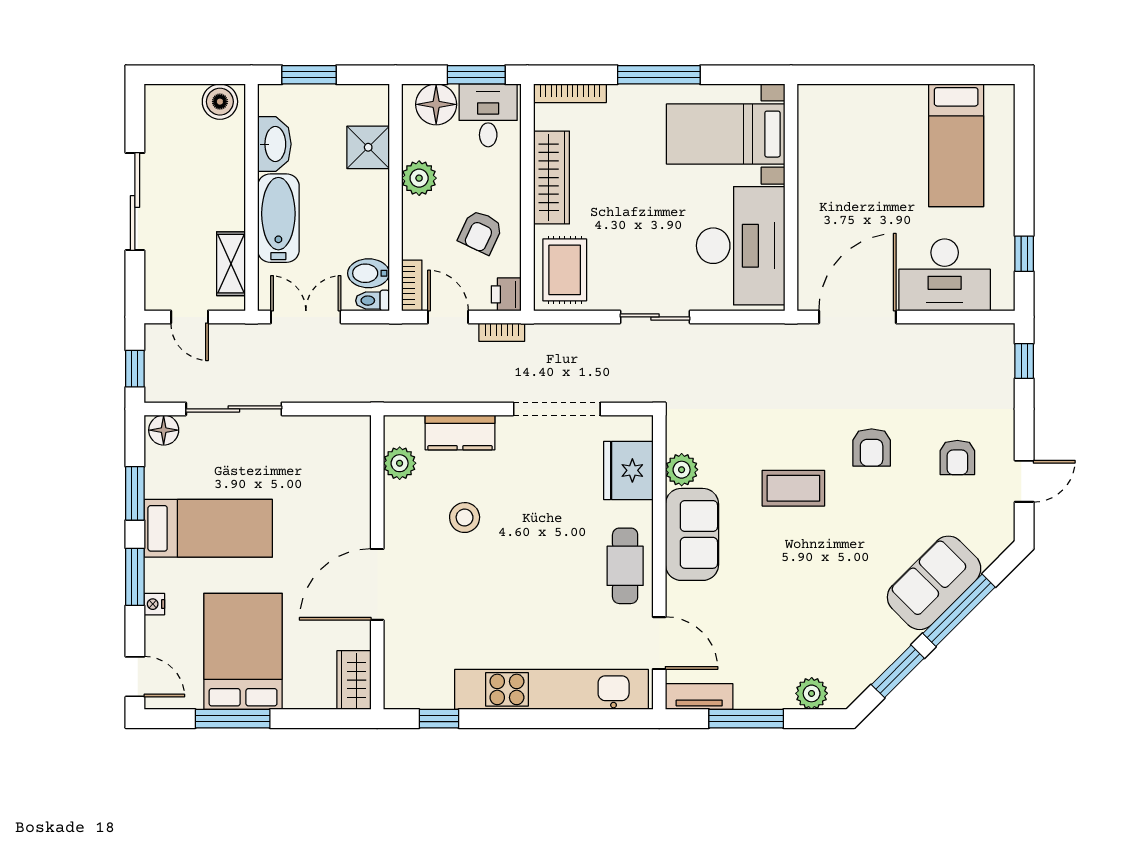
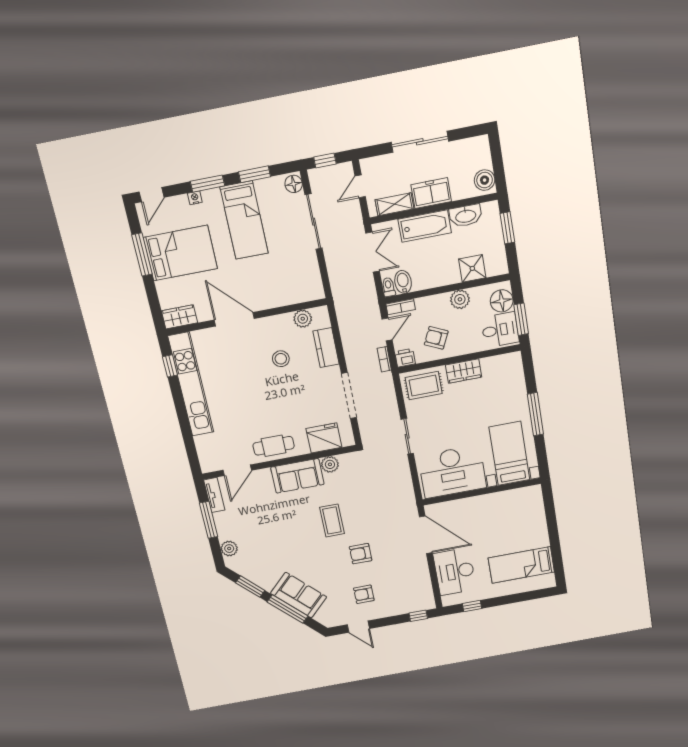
bookcase: (570, 93) -> (519, 370), removed
wardrobe: (551, 178) -> (464, 371), width x0.67
freezer: (224, 197) -> (431, 193), added
kitchen unit: (552, 689) -> (191, 384), moved

